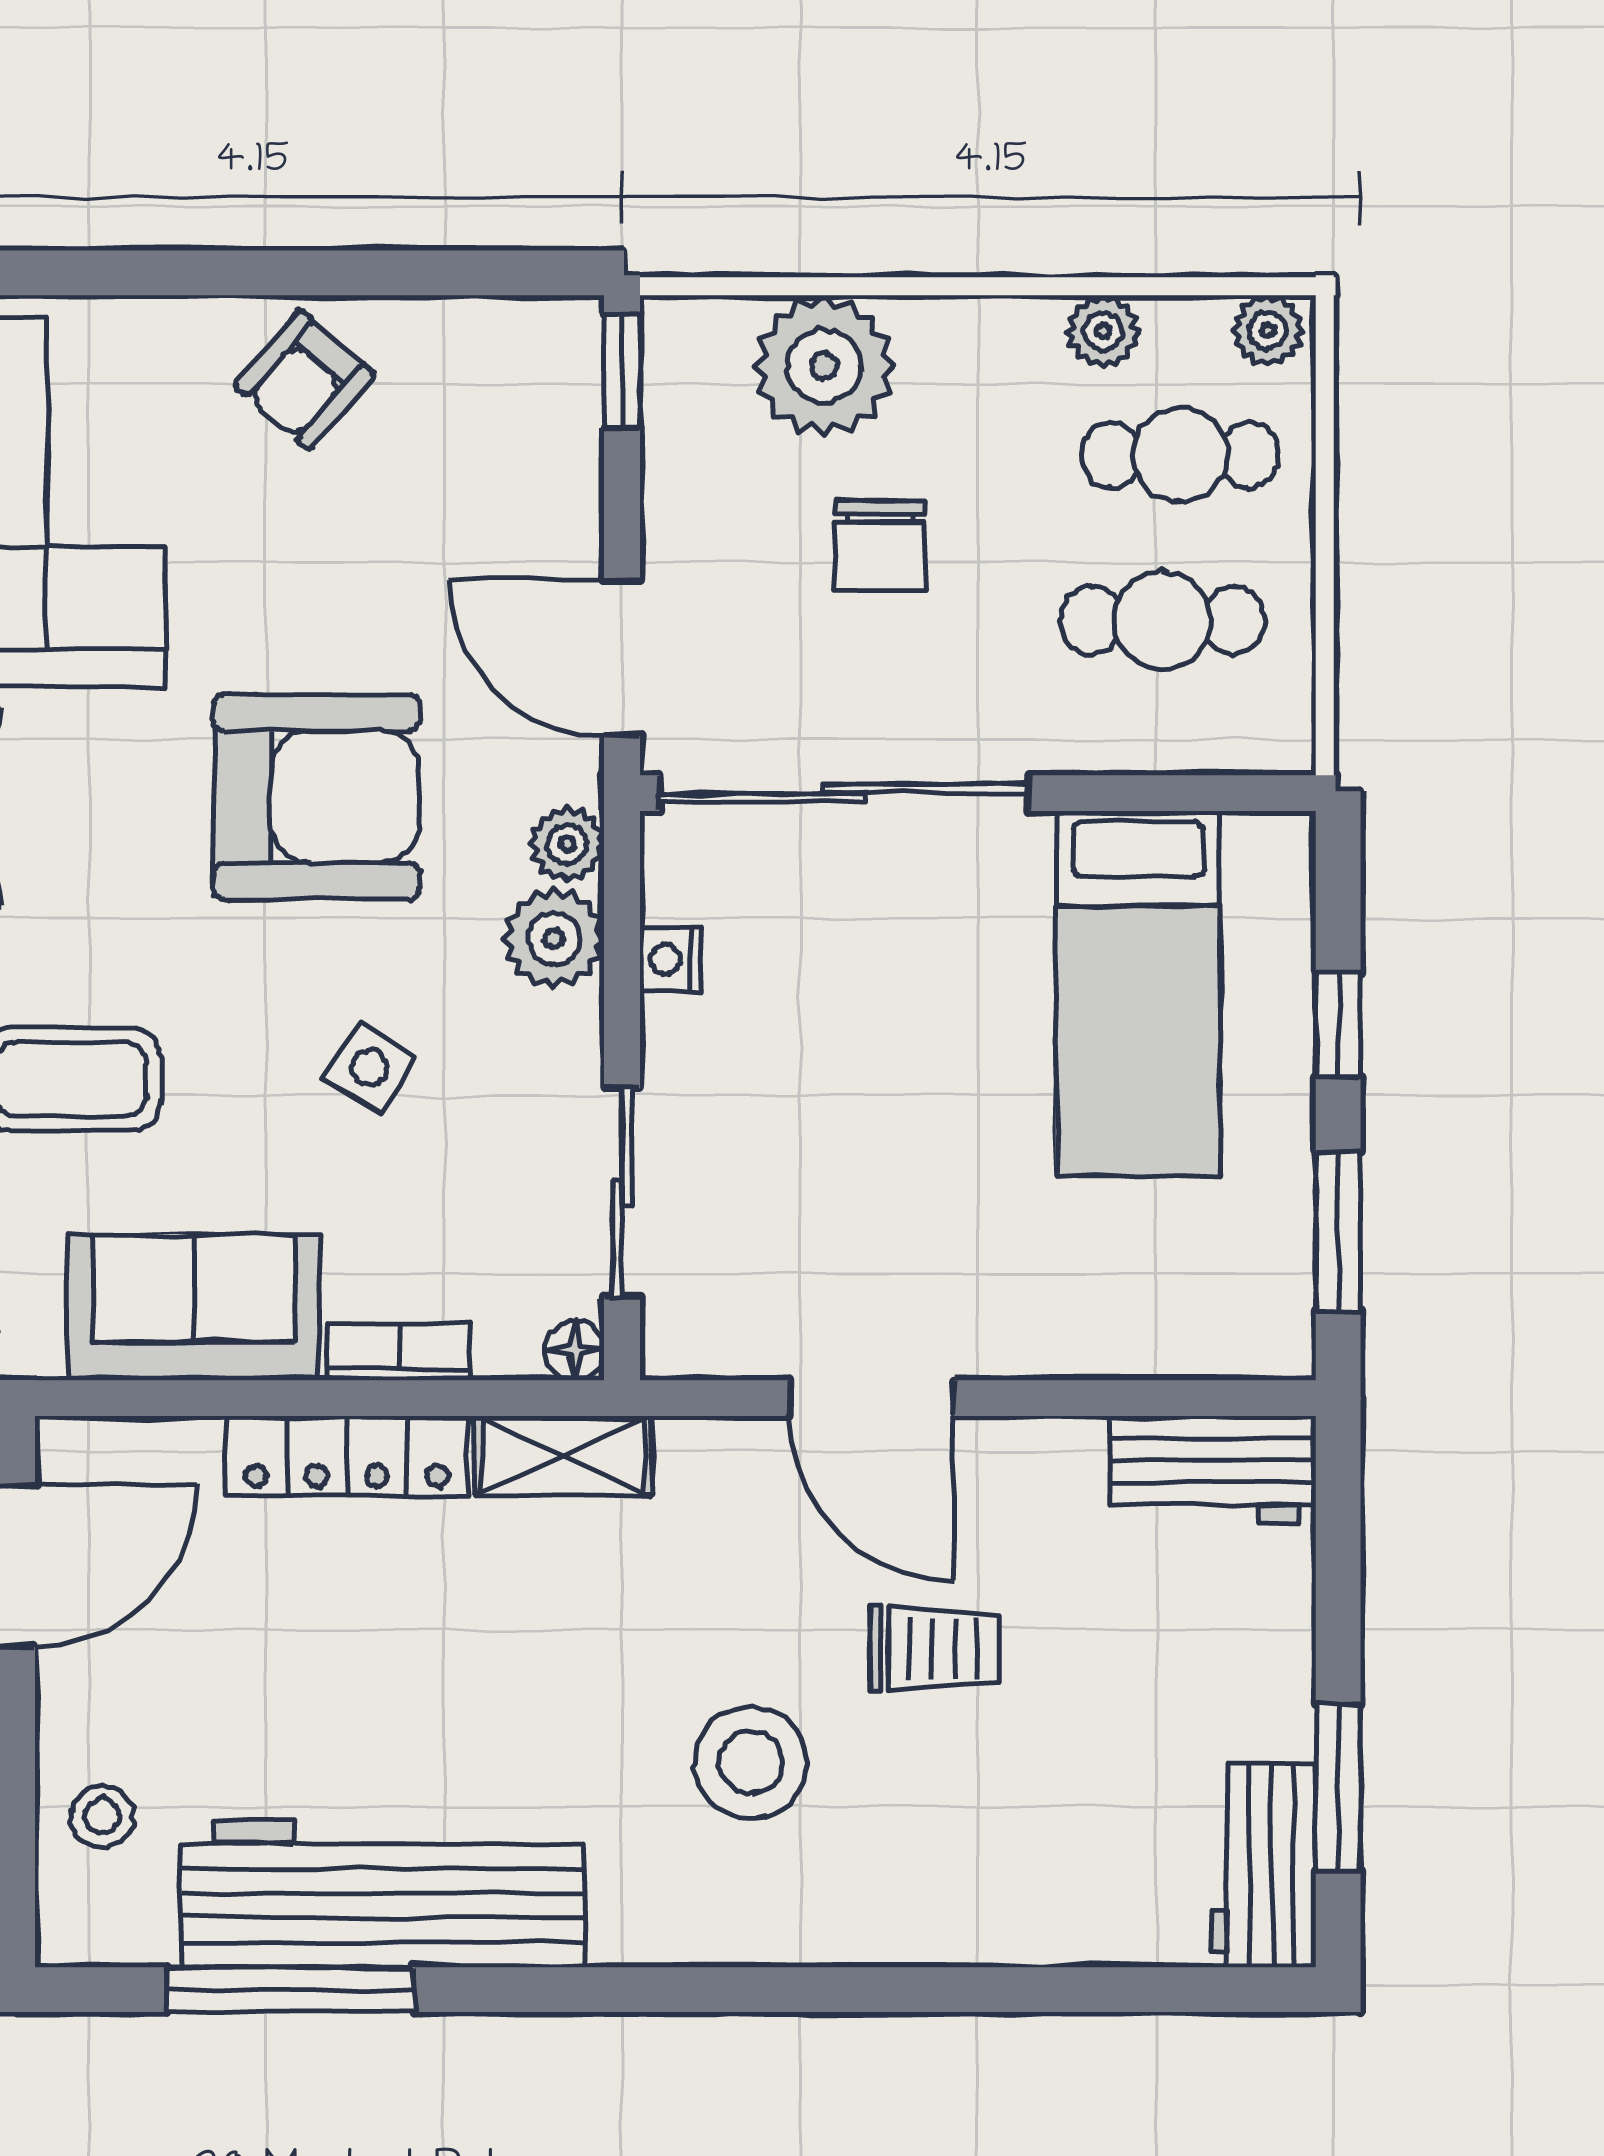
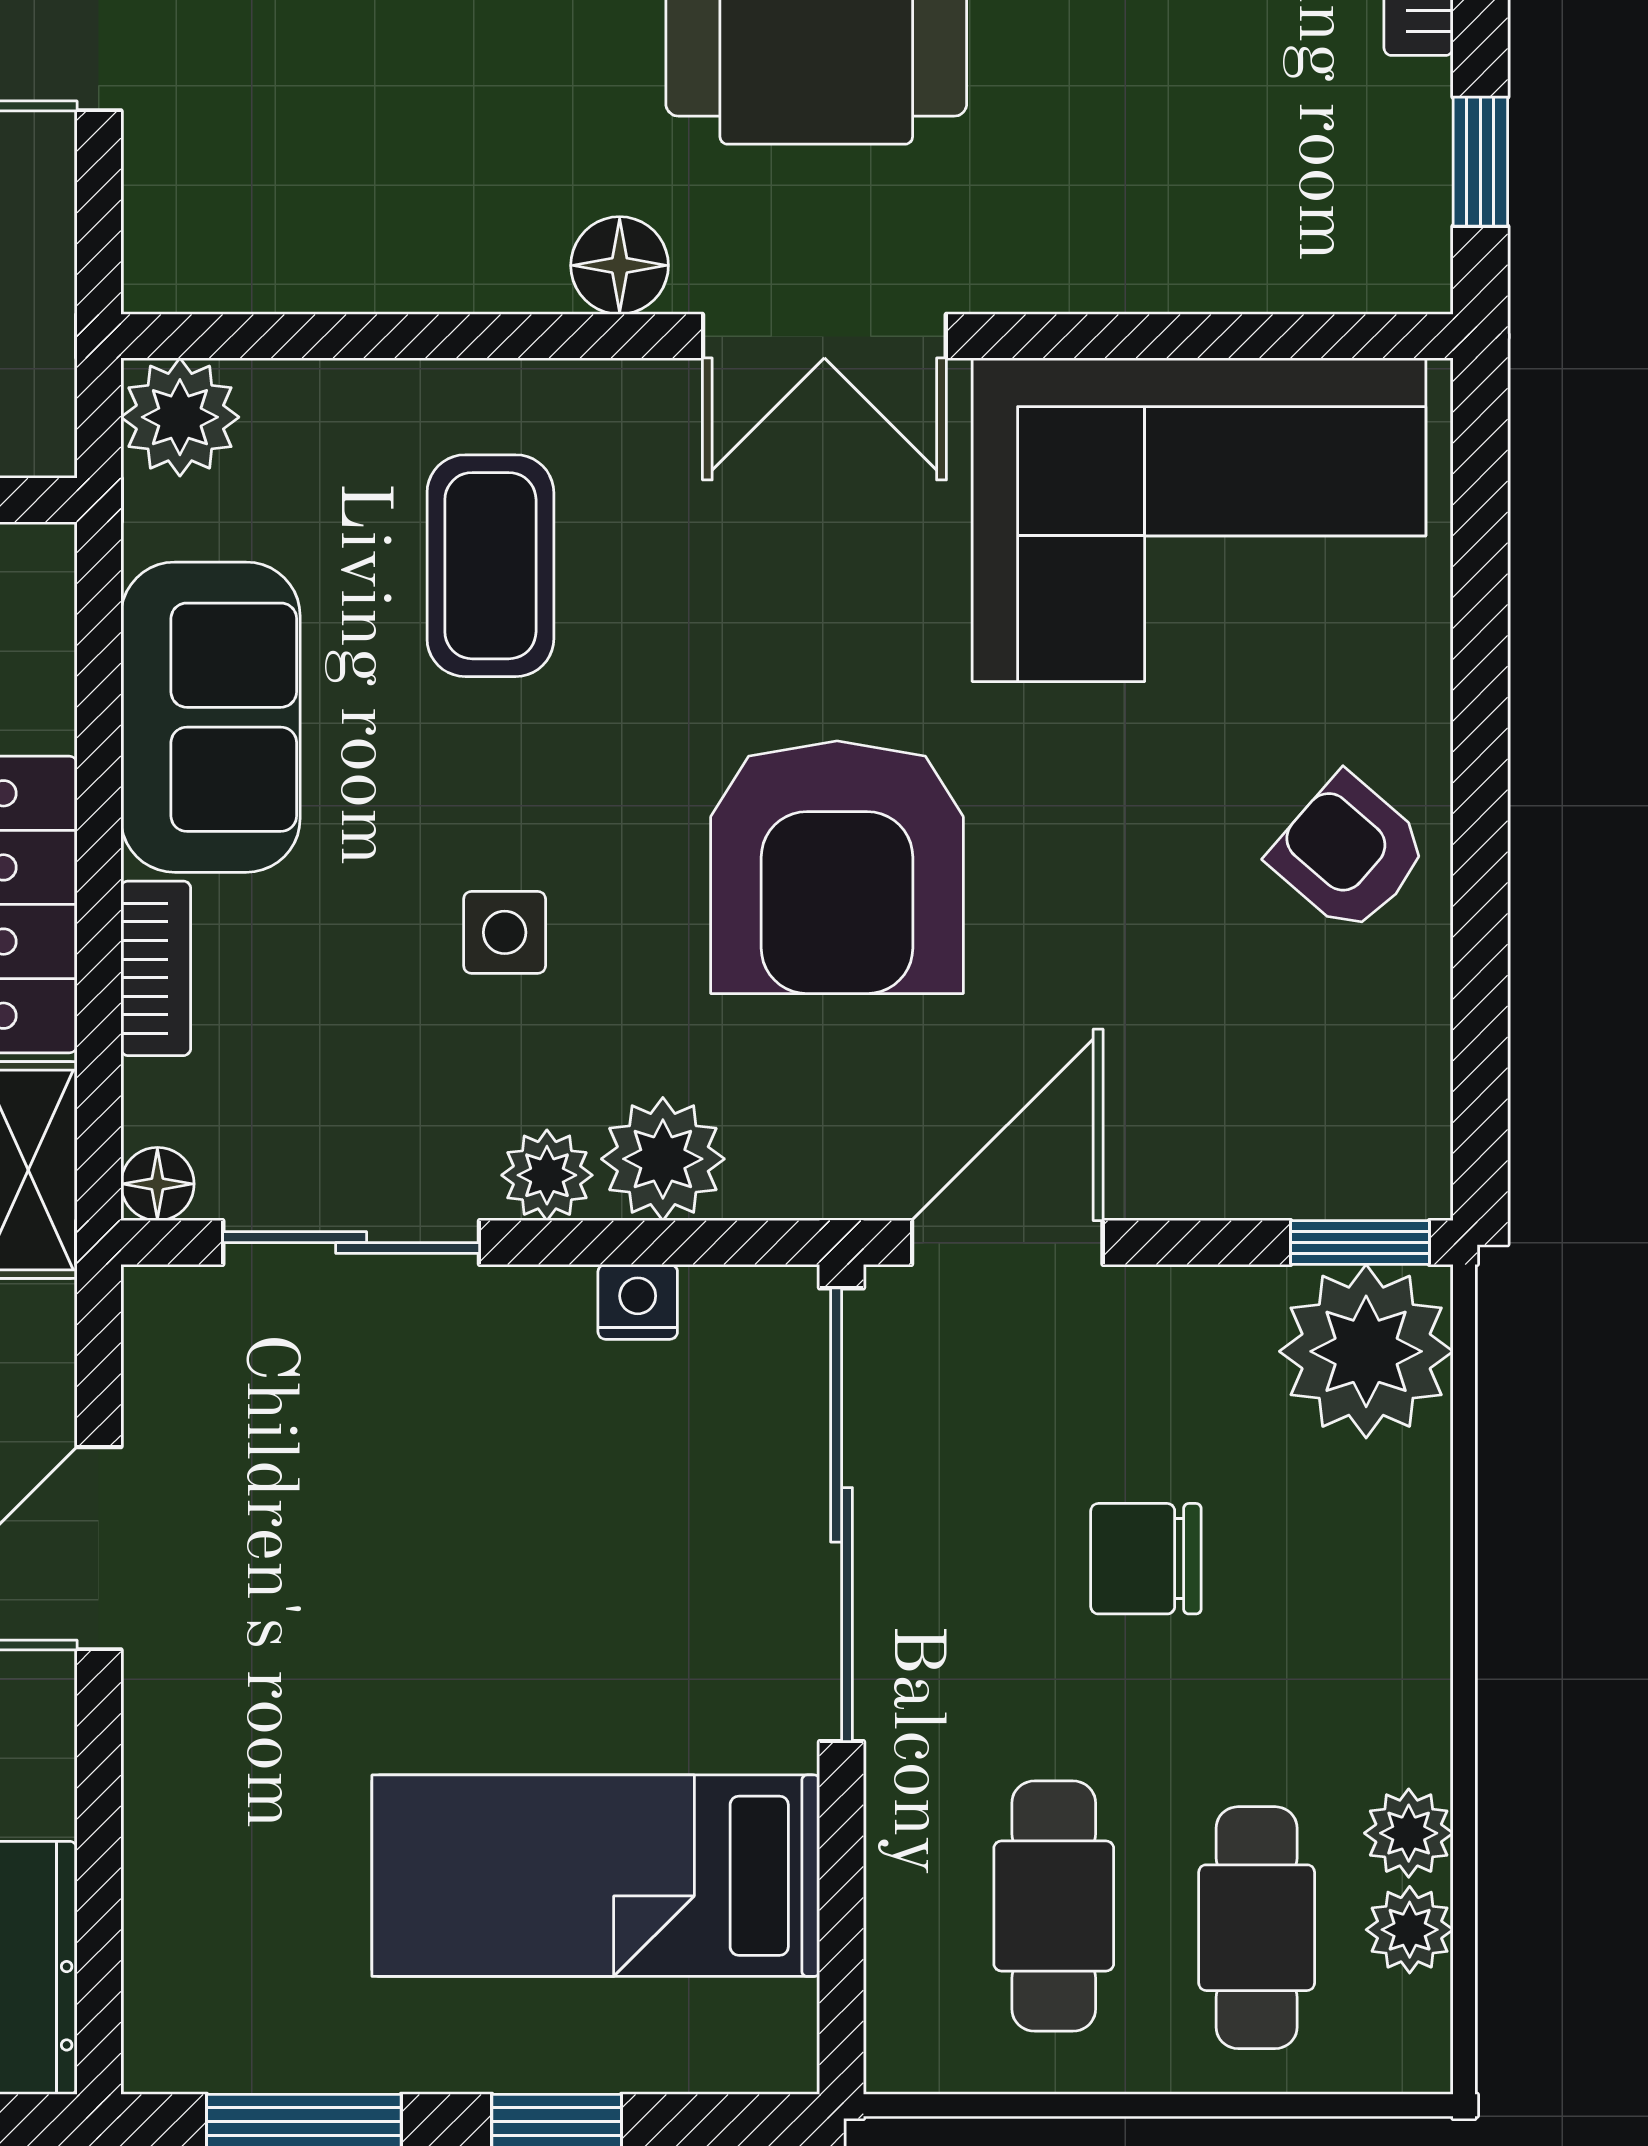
plant: (1268, 330) -> (1410, 1930), moved
plant: (824, 366) -> (1366, 1351), moved
plant: (567, 844) -> (547, 1175), moved
side table: (369, 1068) -> (505, 932), turned -32

